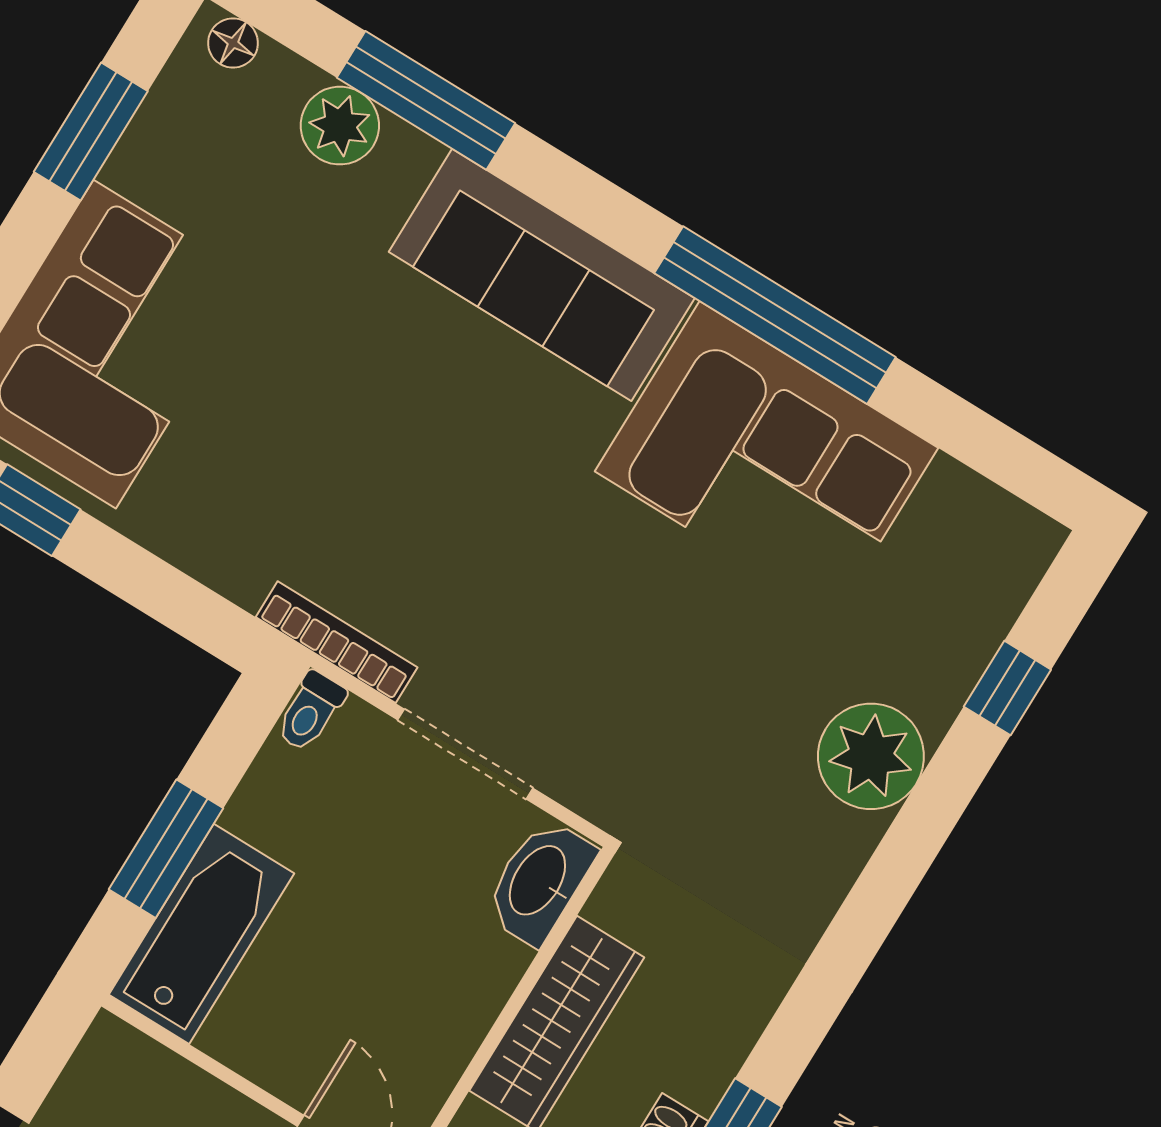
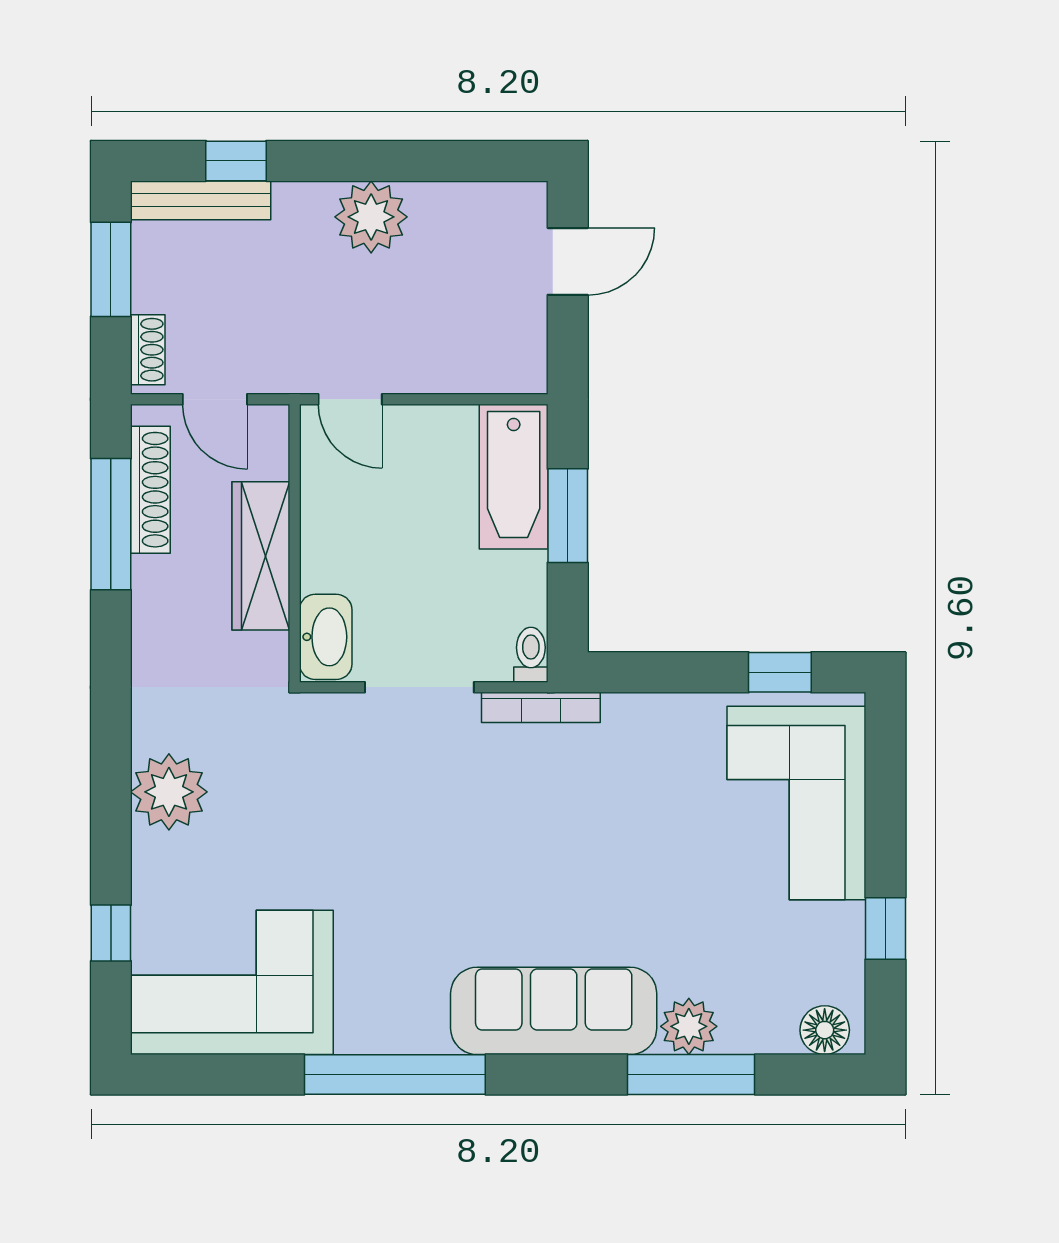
floor lamp: (233, 43) -> (825, 1030), width x1.37, depth x1.37
plant: (340, 126) -> (689, 1026), moved
window: (91, 131) -> (885, 928), width x0.67
corner sofa: (767, 460) -> (232, 982), moved
plant: (871, 756) -> (169, 792), moved

